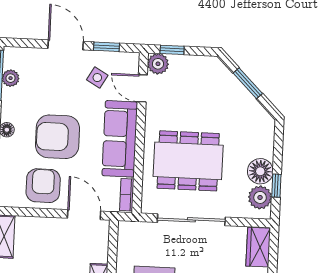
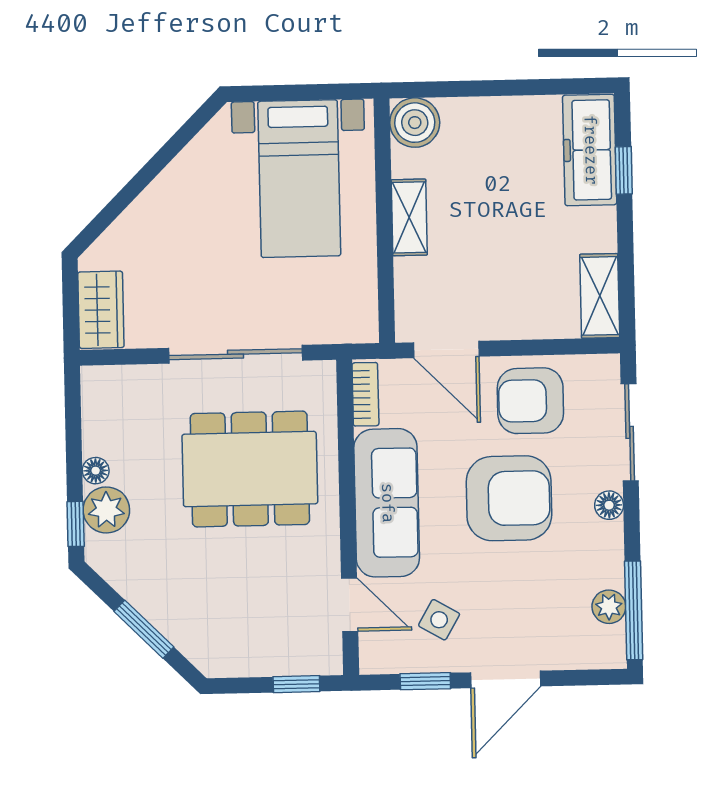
door: (66, 45) -> (506, 679), hinge flipped
plant: (158, 64) -> (322, 655), removed
floor lamp: (260, 171) -> (96, 471), width x0.53, depth x0.53
armchair: (43, 186) -> (530, 401), turned 90
window: (276, 186) -> (76, 524), moved
plant: (260, 197) -> (106, 510), moved

